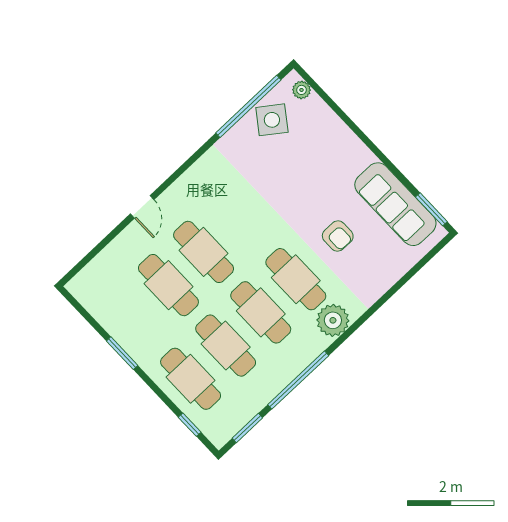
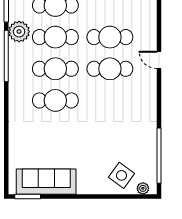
side table: (272, 120) -> (122, 175), moved
armchair: (338, 236) -> (57, 140), removed
plant: (333, 320) -> (19, 32), moved

